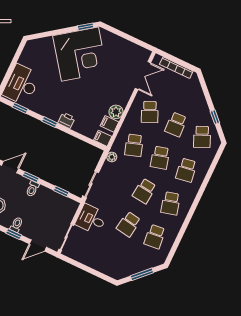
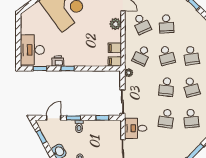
plant: (116, 112) -> (115, 24), moved
printer: (66, 120) -> (58, 61), moved
school desk: (202, 137) -> (191, 24), removed
school desk: (134, 145) -> (142, 55), turned 42

